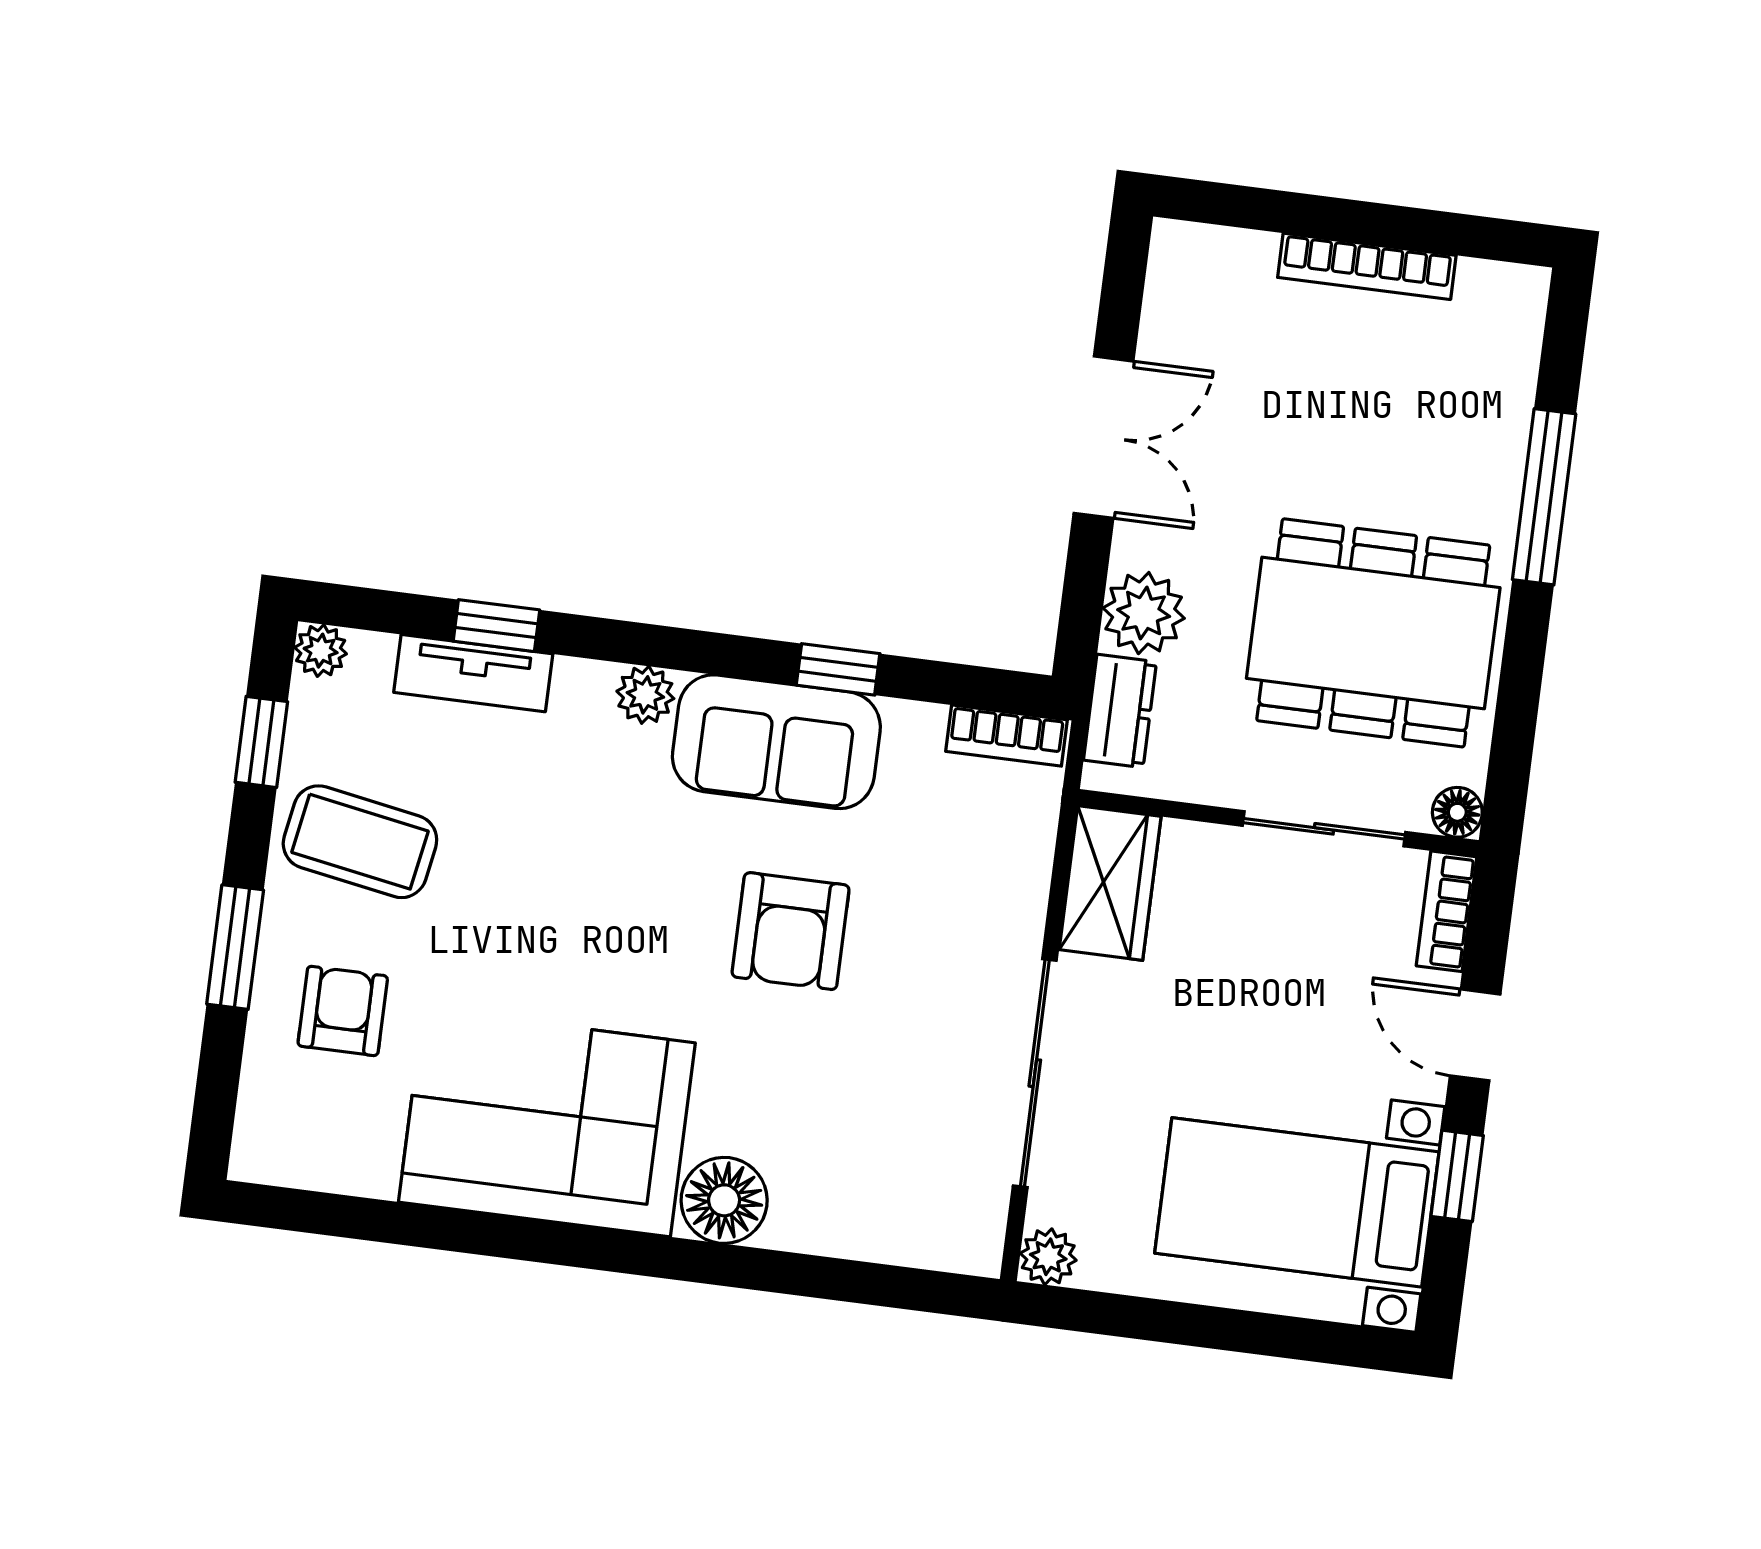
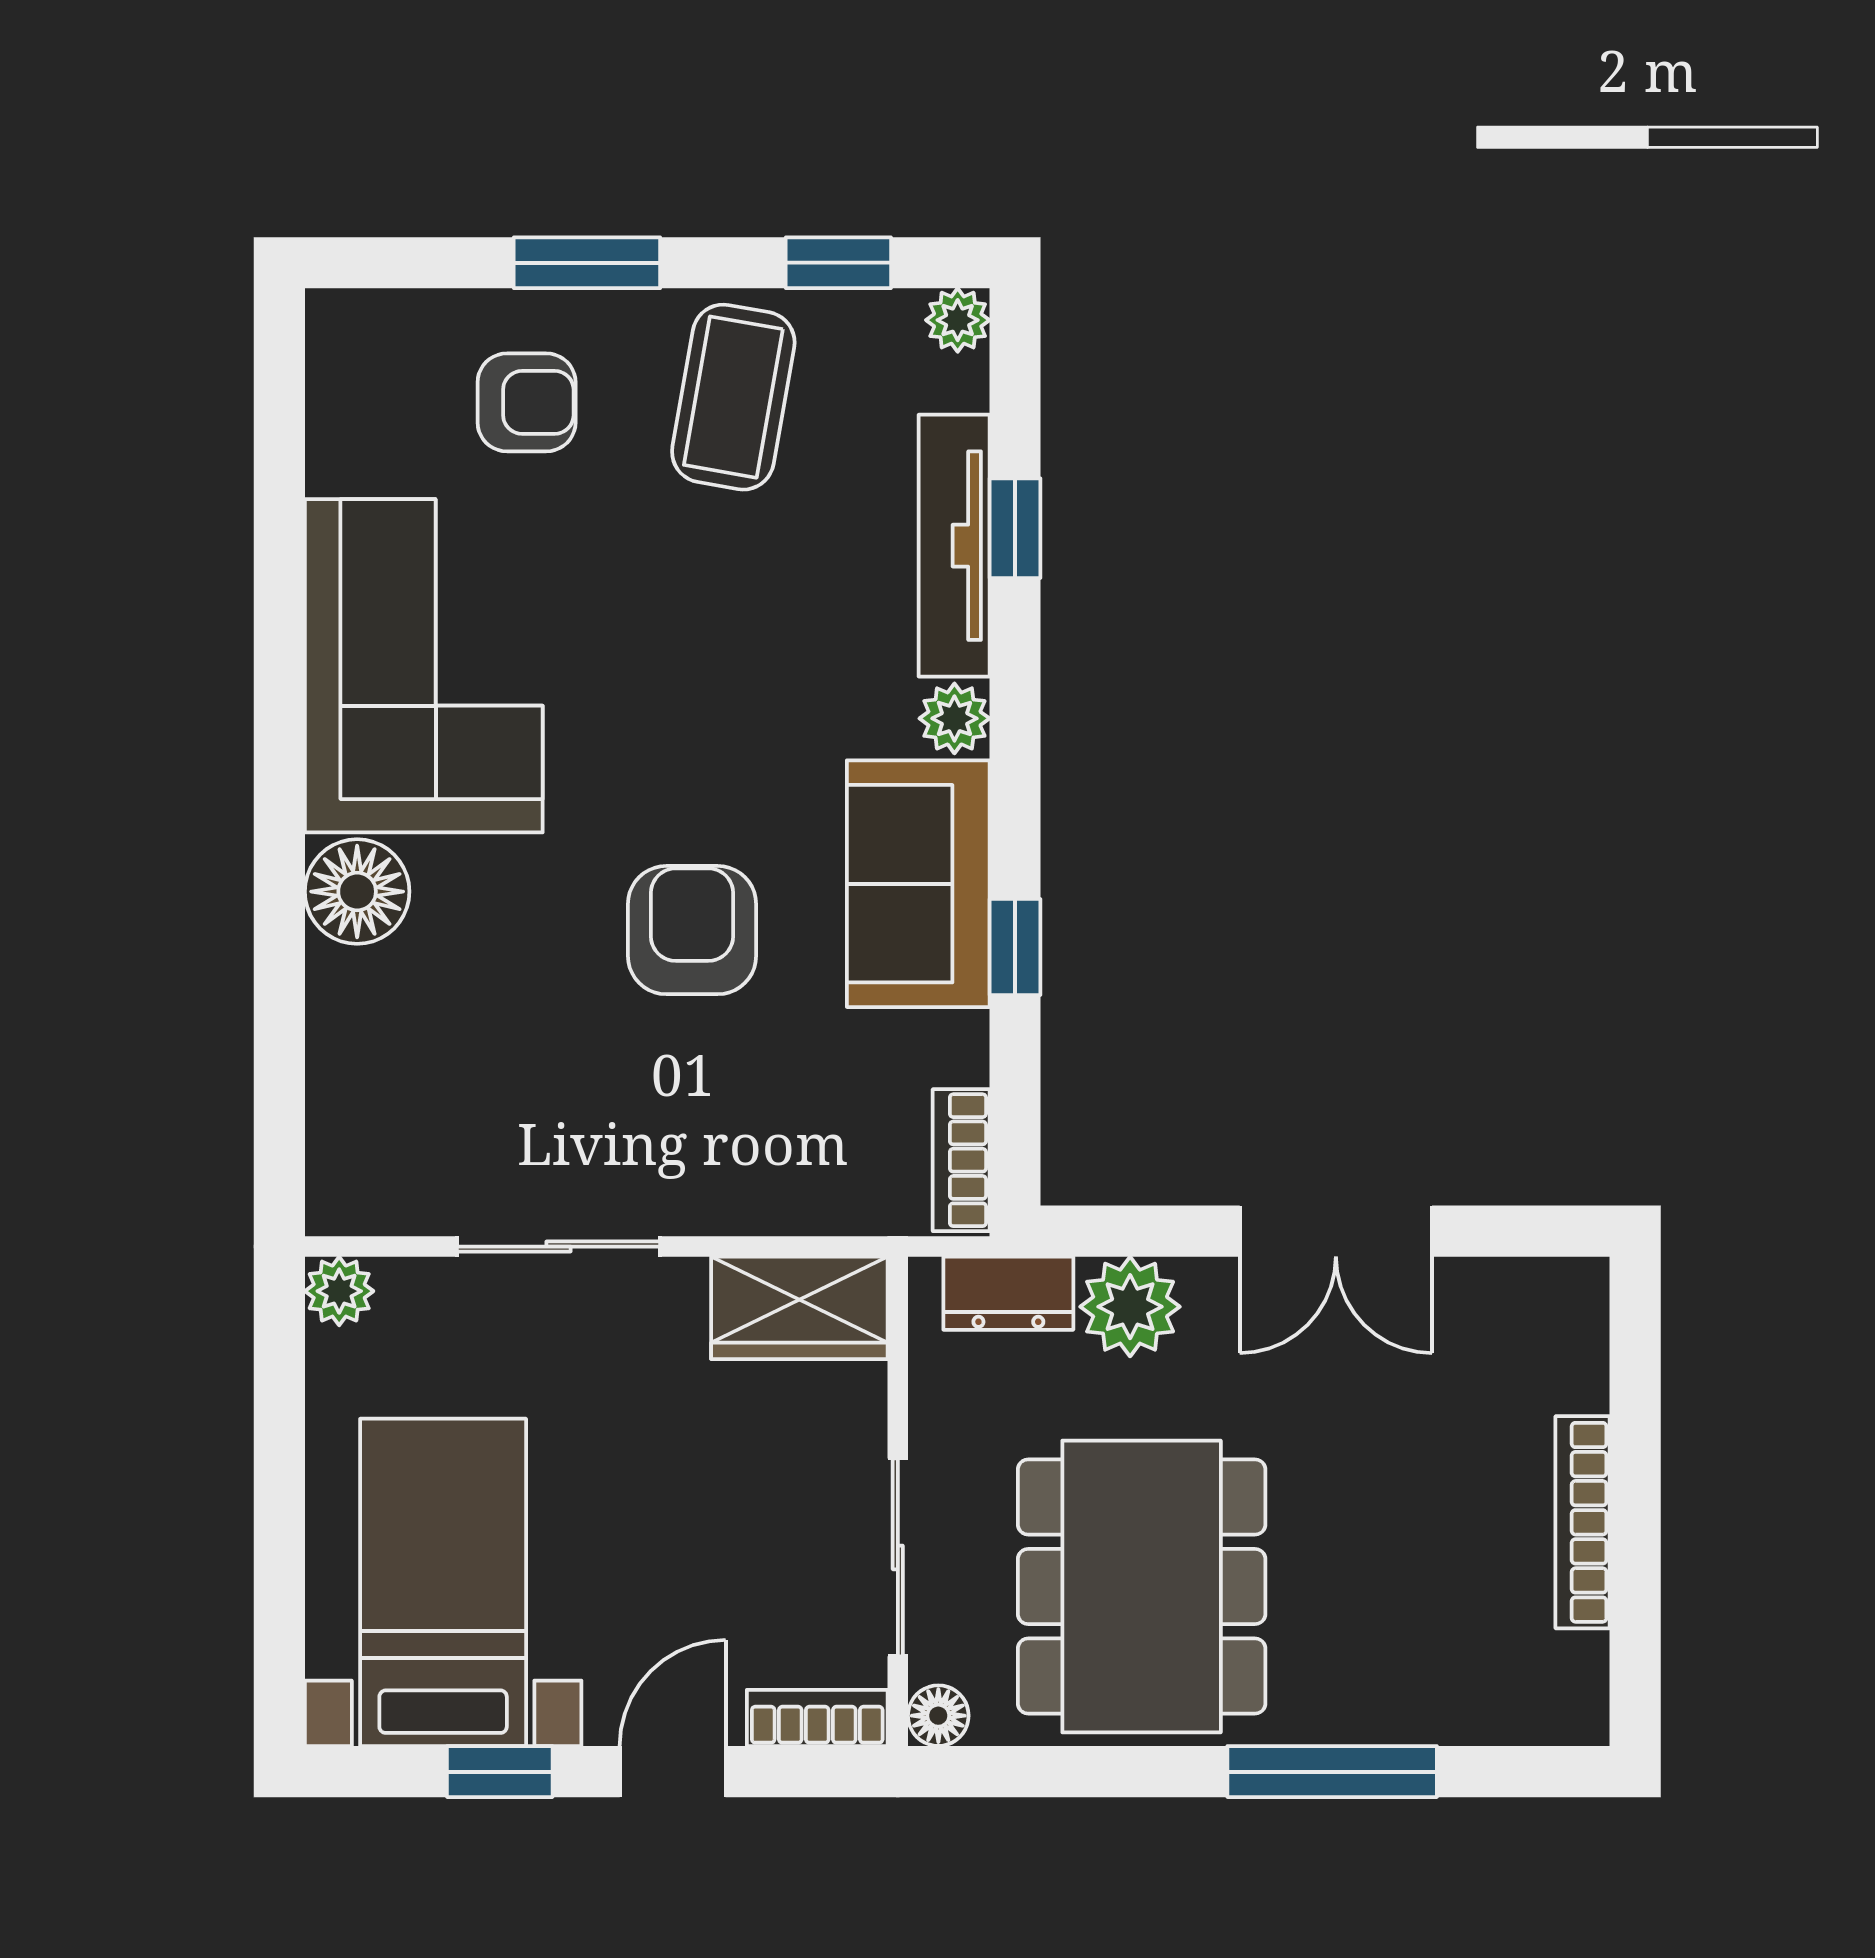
tv unit: (473, 673) -> (954, 546), width x1.41
armchair: (791, 931) -> (692, 930), turned 90
sliding door: (1035, 1073) -> (558, 1247), width x0.73

